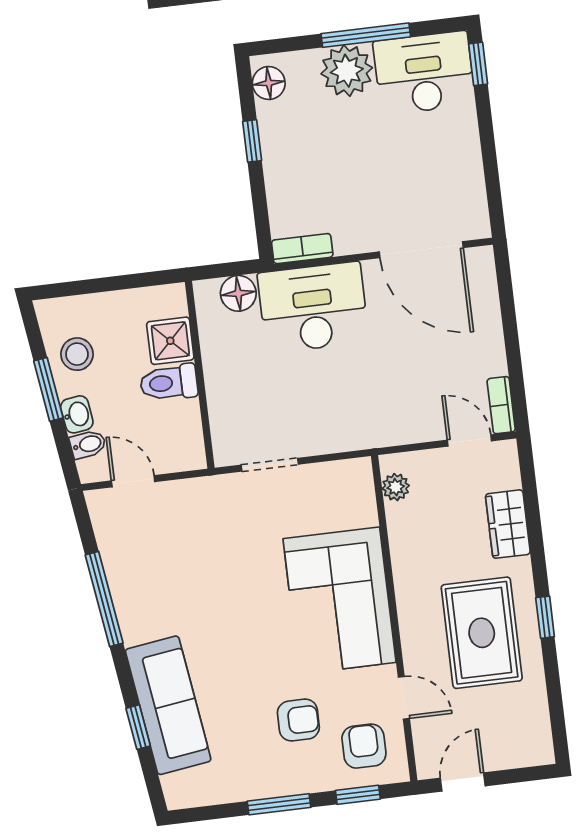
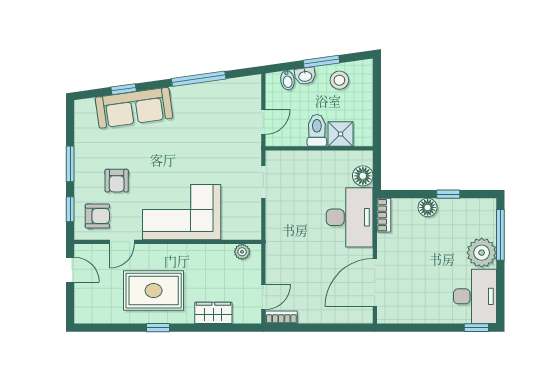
window: (366, 35) -> (500, 235), moved
floor lamp: (269, 83) -> (428, 207), moved
door: (133, 481) -> (263, 122), moved

